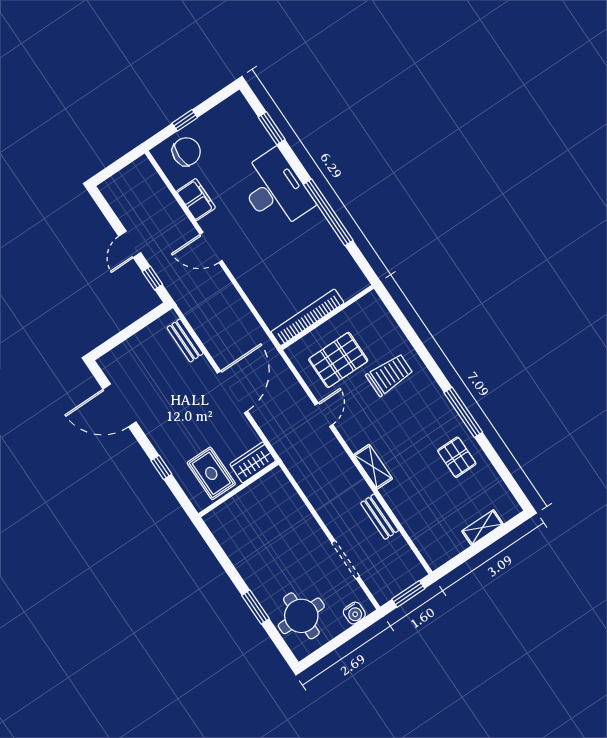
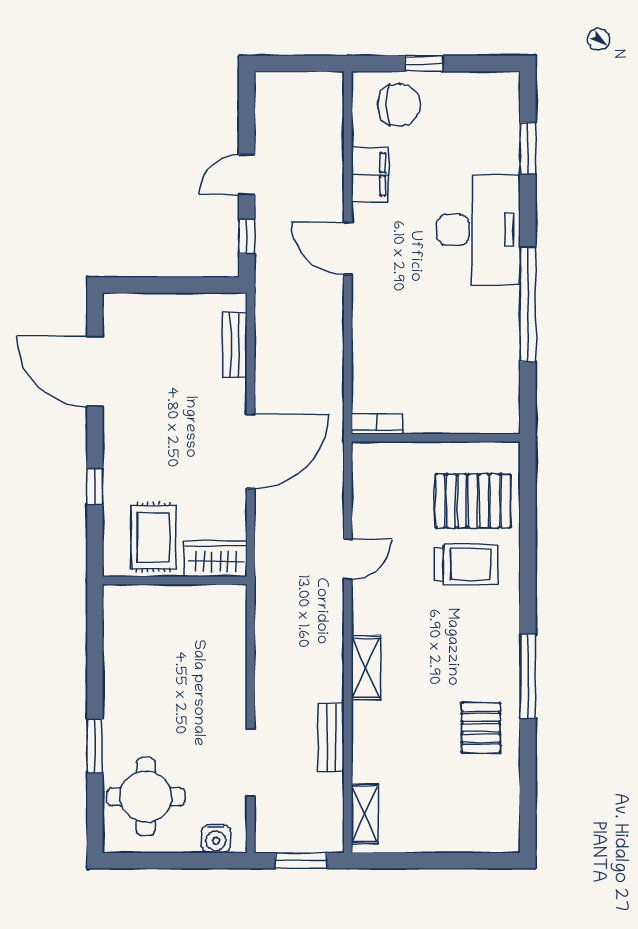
bookcase: (307, 317) -> (377, 424), width x0.43, depth x0.76
pallet: (338, 360) -> (473, 501), moved
shelving: (482, 527) -> (365, 814), moved, turned 90

